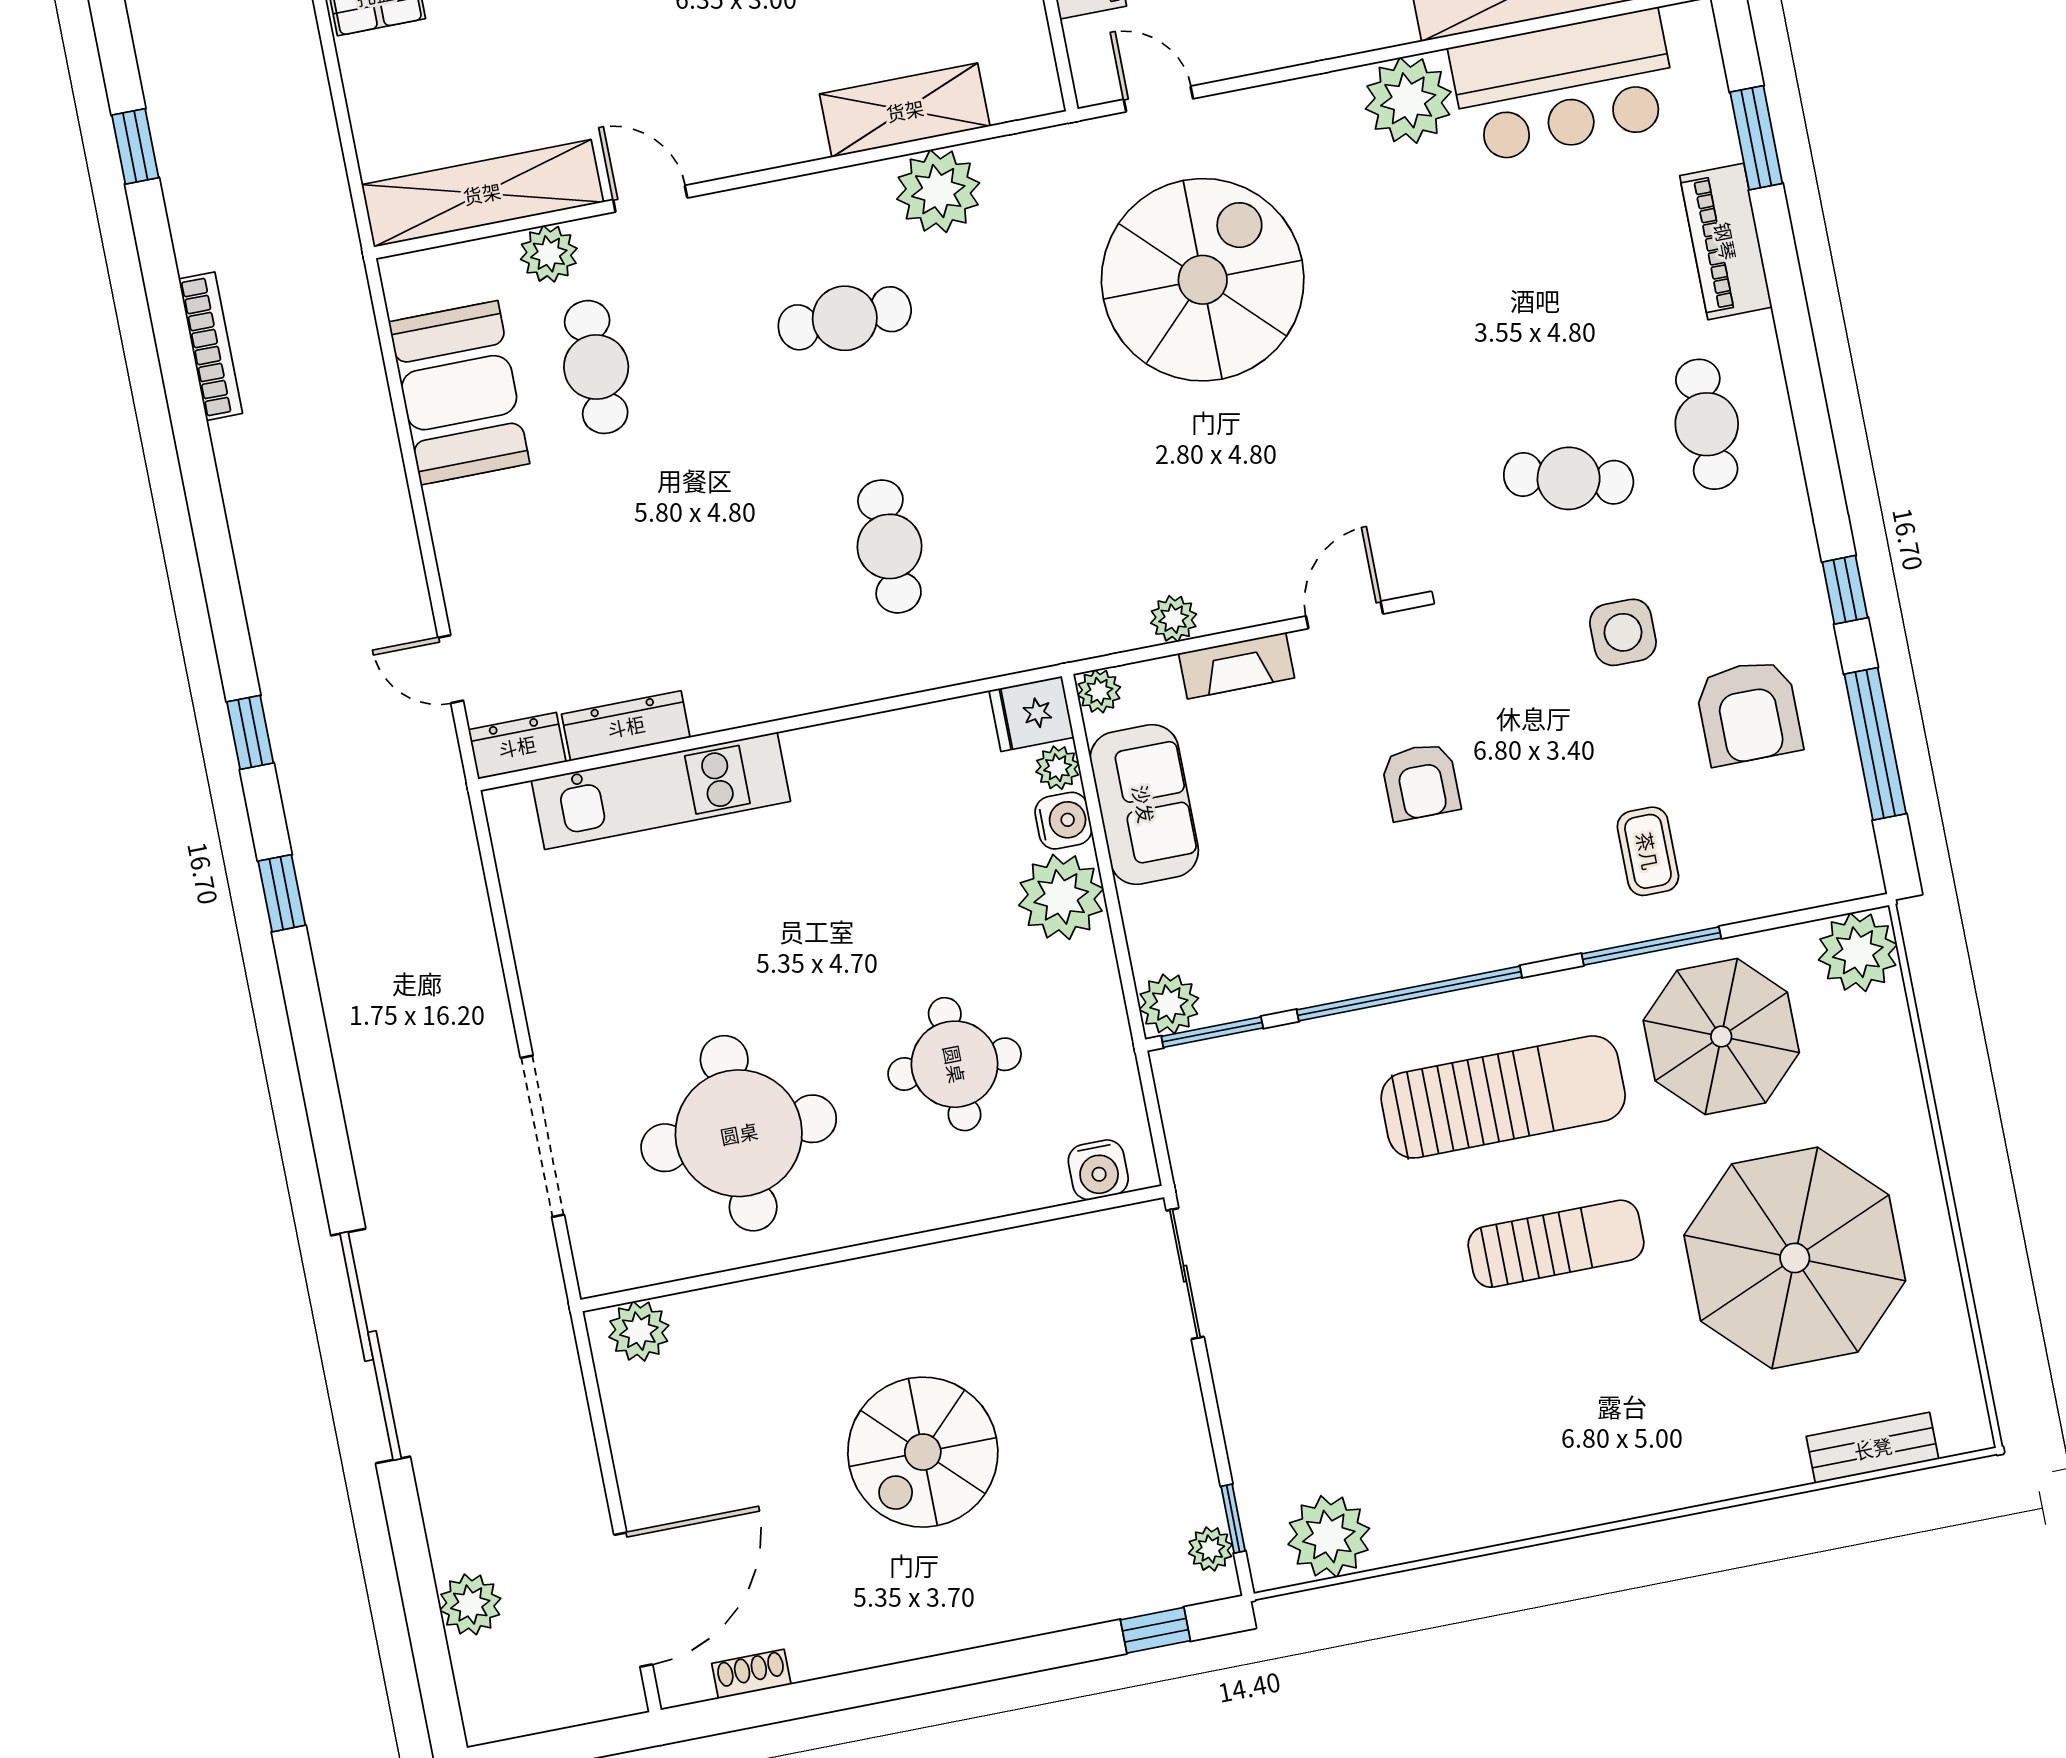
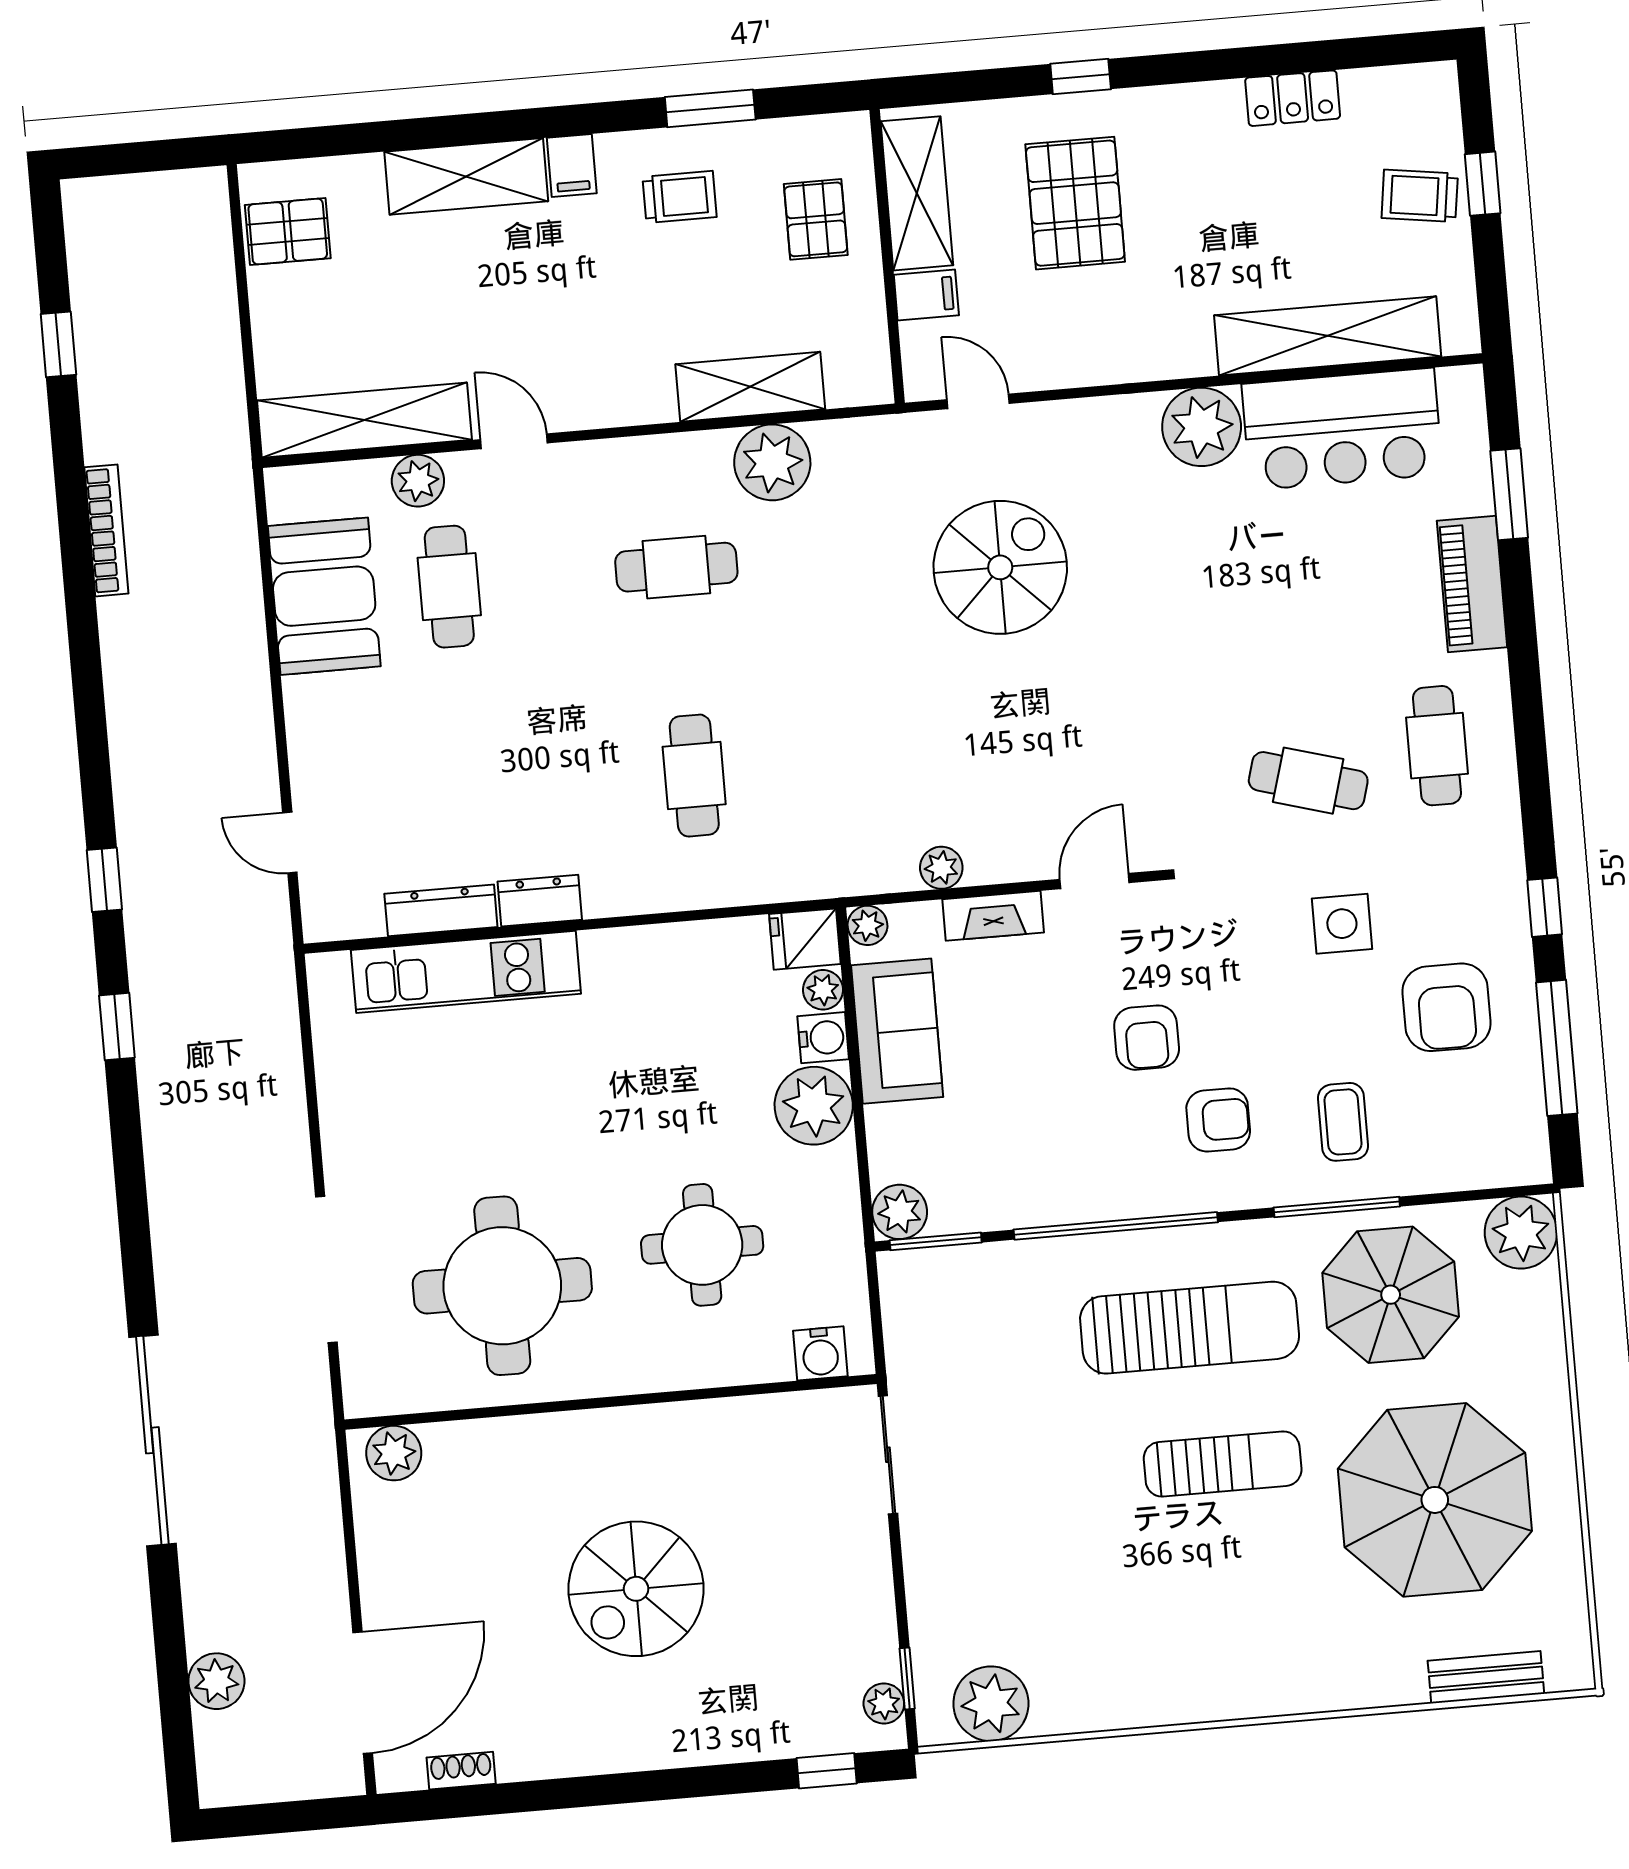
spiral stairs: (1203, 280) -> (1000, 567), width x0.73, depth x0.73
dresser: (517, 746) -> (540, 901), moved
armchair: (1510, 864) -> (1218, 1120), added

